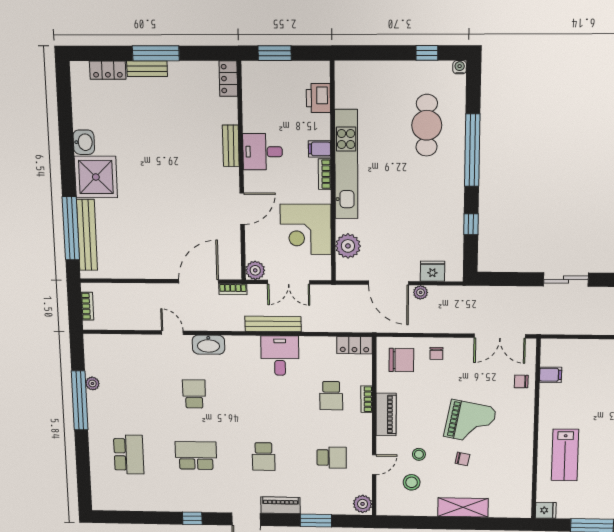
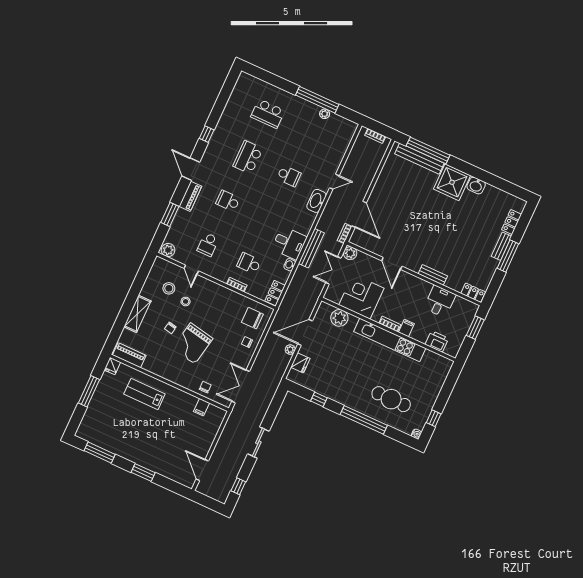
desk: (263, 152) -> (440, 301), moved
washbasin: (308, 343) -> (290, 265), added
chair: (401, 360) -> (252, 318), turned 90
piano: (386, 414) -> (129, 355), moved, turned 180
school desk: (196, 455) -> (248, 157), turned 180

